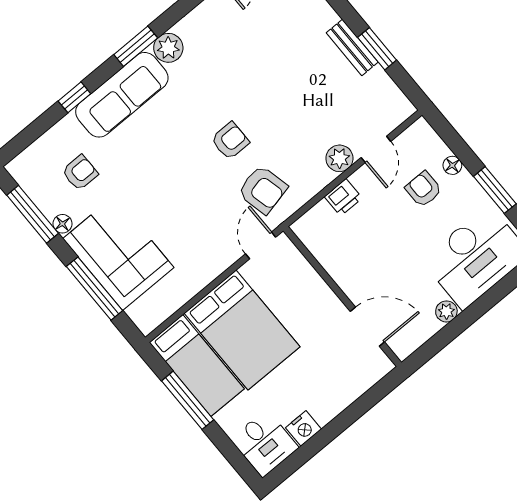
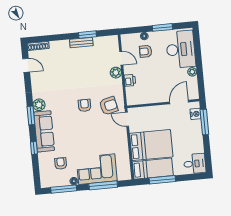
window: (362, 405) -> (204, 122), added
nightstand: (303, 428) -> (196, 114), moved

